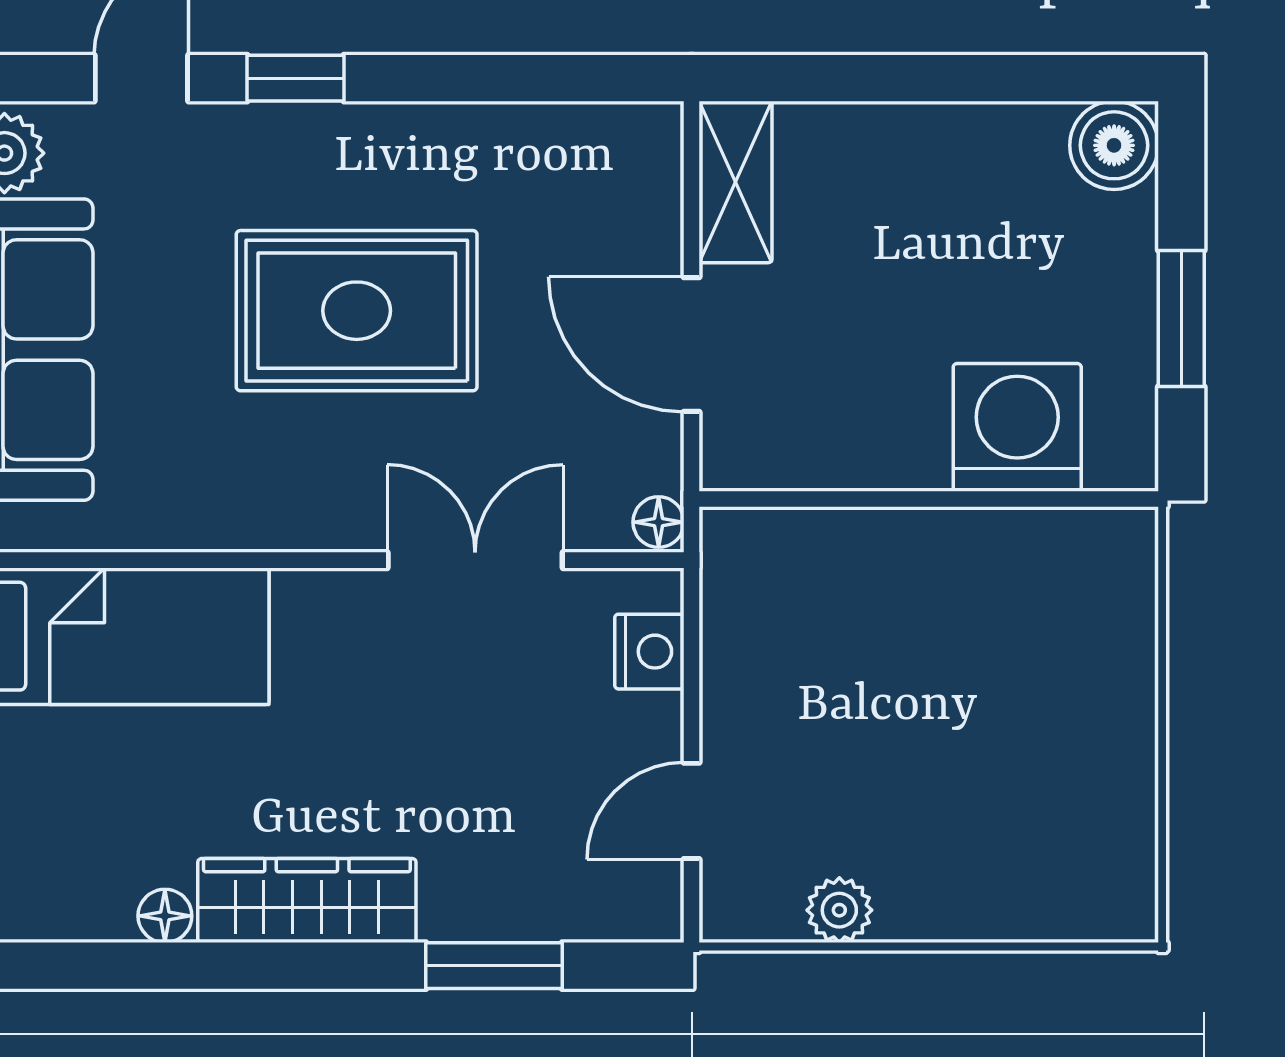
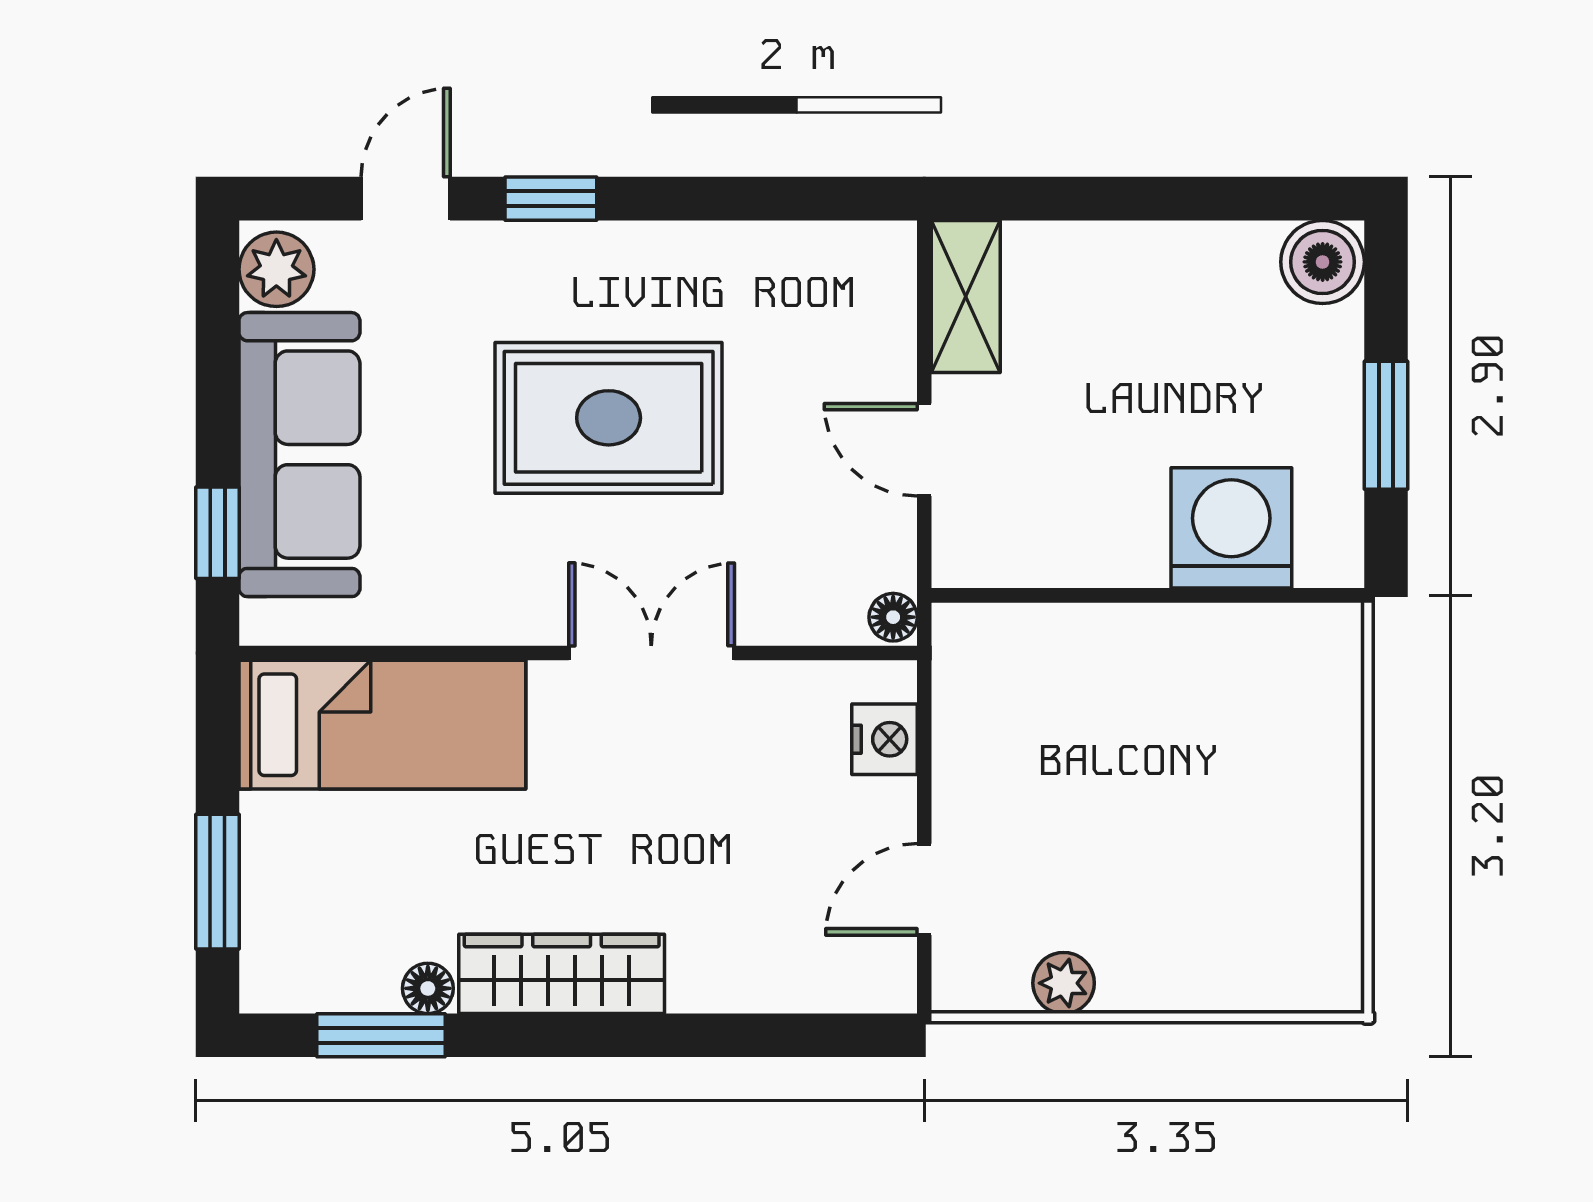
door: (692, 344) -> (924, 450), width x0.73
double door: (475, 560) -> (651, 653), moved
window: (494, 966) -> (381, 1035), moved

